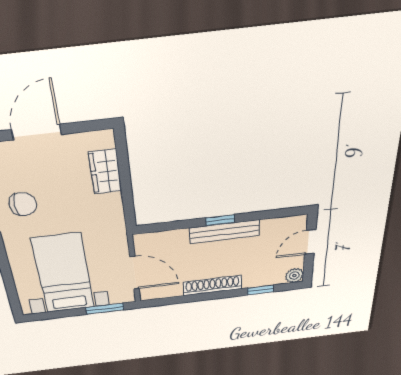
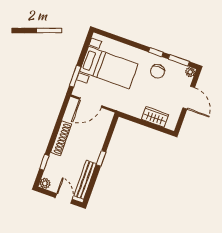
bench: (225, 232) -> (85, 180), moved

